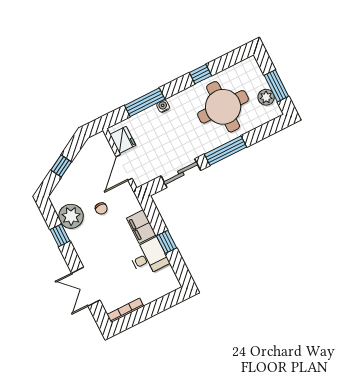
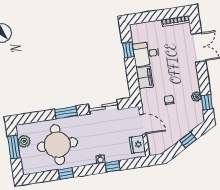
window: (145, 102) -> (113, 166), width x0.46
window: (225, 151) -> (66, 112), width x0.69
door: (124, 168) -> (143, 124), hinge flipped
plant: (71, 216) -> (196, 97), width x0.53, depth x0.53
window: (60, 235) -> (207, 102), moved
window: (166, 242) -> (128, 50), moved

